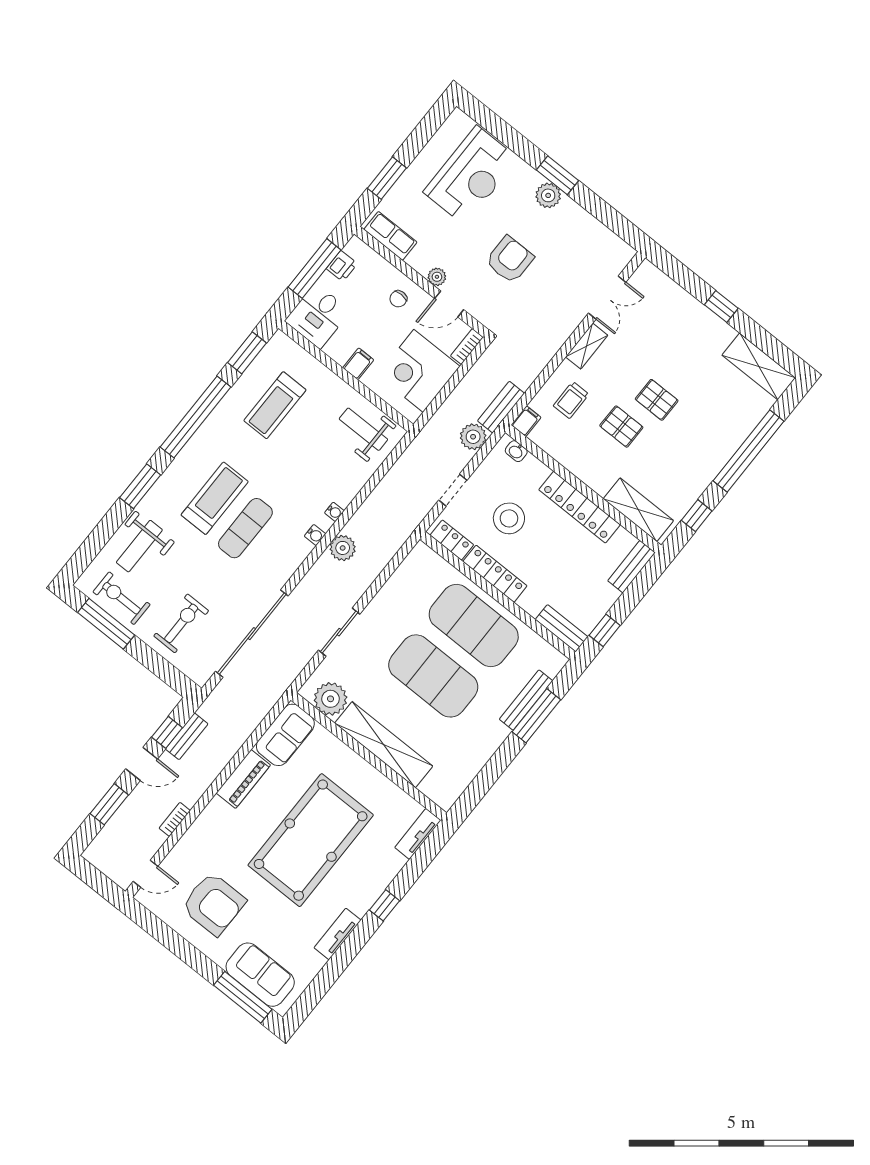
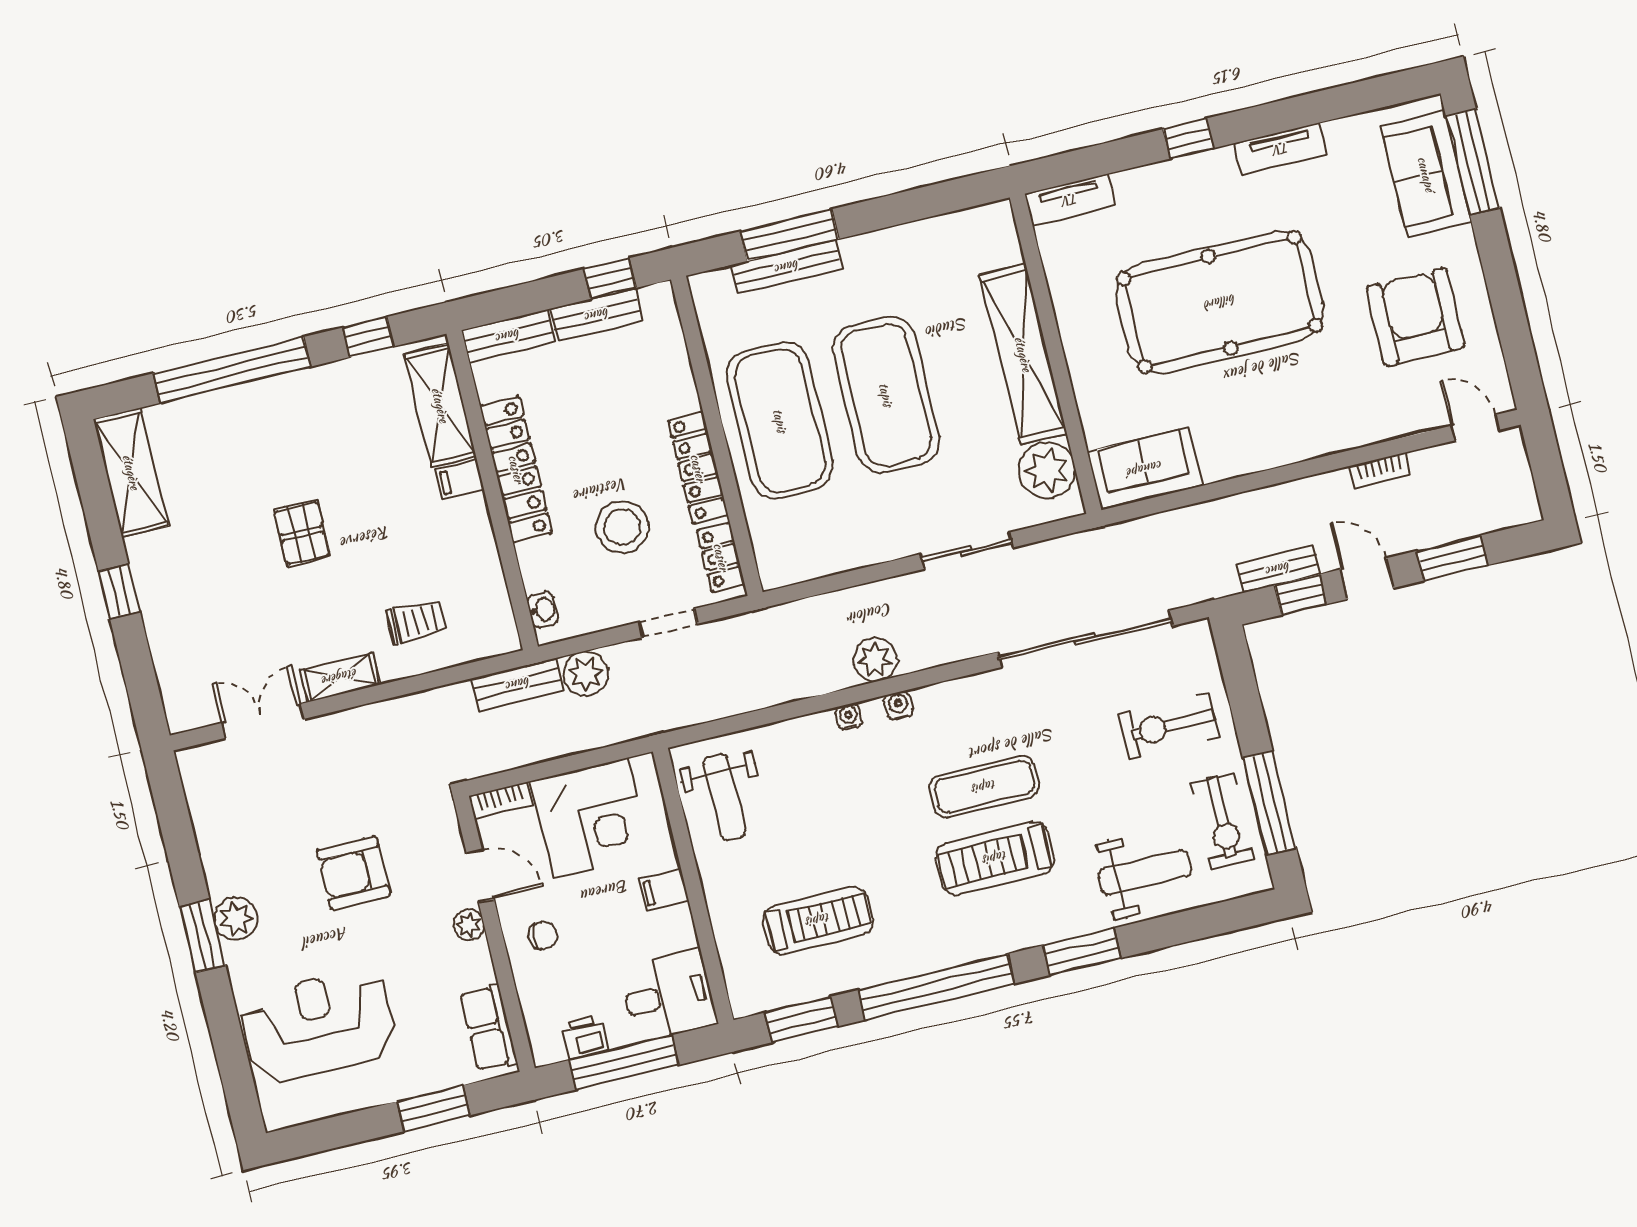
filing cabinet: (526, 421) -> (460, 479), moved
pallet: (621, 427) -> (377, 534), removed
bench: (562, 628) -> (597, 315), moved, turned 90
piano: (243, 779) -> (1247, 453), removed

